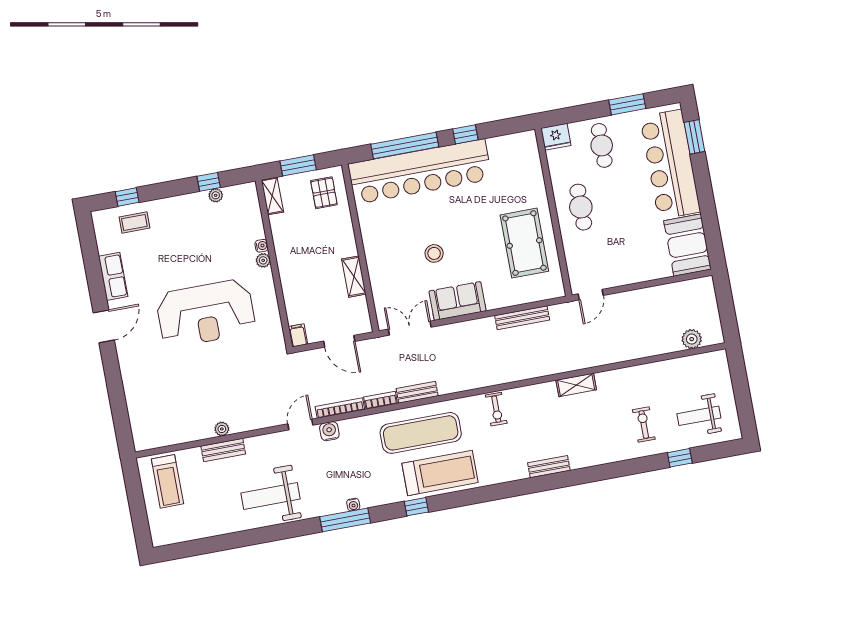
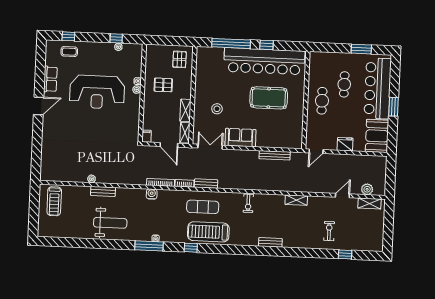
fridge: (556, 137) -> (345, 144), moved, turned 180
window: (694, 137) -> (394, 107), moved
cafe table: (602, 145) -> (344, 84), moved
window: (298, 165) -> (169, 41), removed
bar counter: (420, 172) -> (264, 61), moved
shelving: (272, 196) -> (185, 133), moved
pallet: (306, 242) -> (163, 85), added
pool table: (524, 243) -> (269, 98), moved, turned 90
stool: (434, 253) -> (217, 109), moved
reception desk: (206, 313) -> (97, 92), moved
shelving: (701, 362) -> (369, 203), added
weight bench: (699, 416) -> (361, 233), removed
door: (300, 424) -> (342, 196), moved
exercise mat: (421, 433) -> (203, 207), width x0.73, depth x0.69
bench: (223, 450) -> (103, 191), moved
treadmill: (440, 473) -> (208, 232), turned 180
weight bench: (271, 496) -> (110, 223), turned 180

